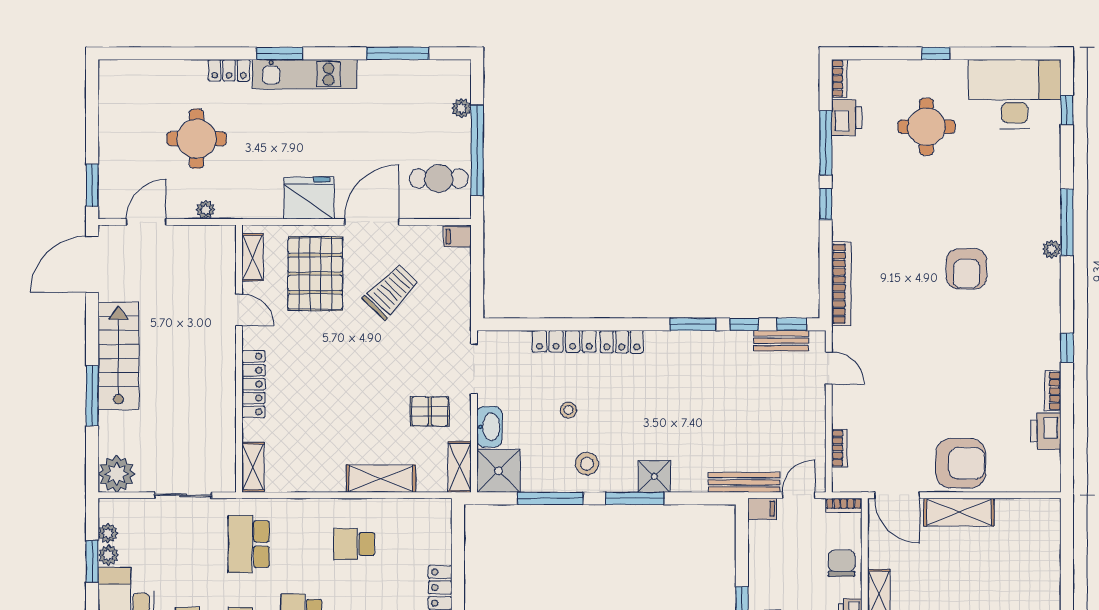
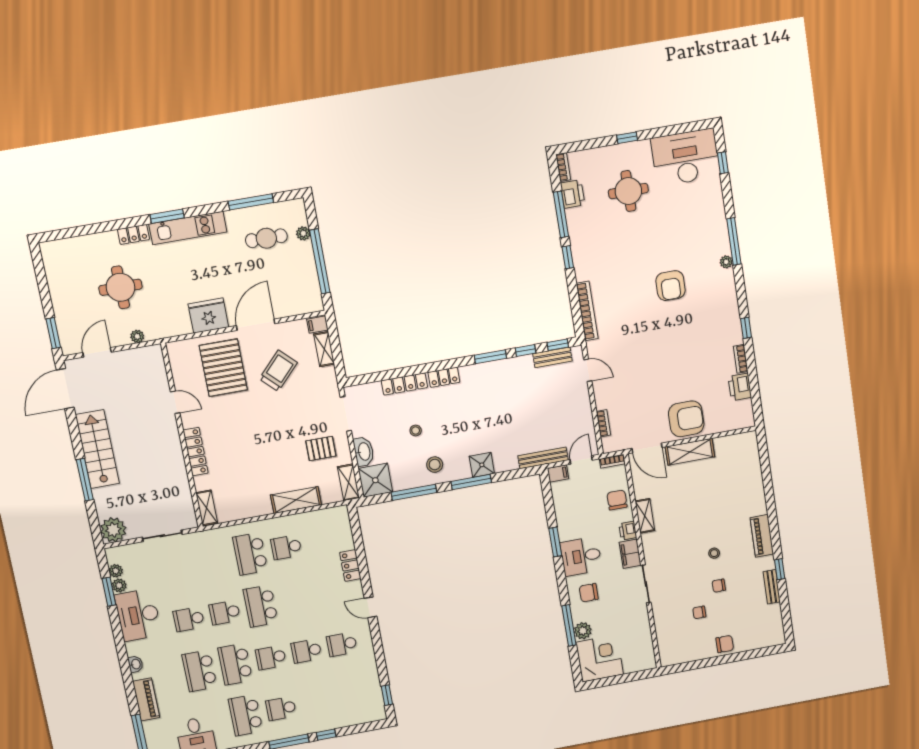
cafe table: (439, 179) -> (266, 238), moved
shelving: (253, 257) -> (324, 349), moved
school desk: (249, 544) -> (250, 554), moved

